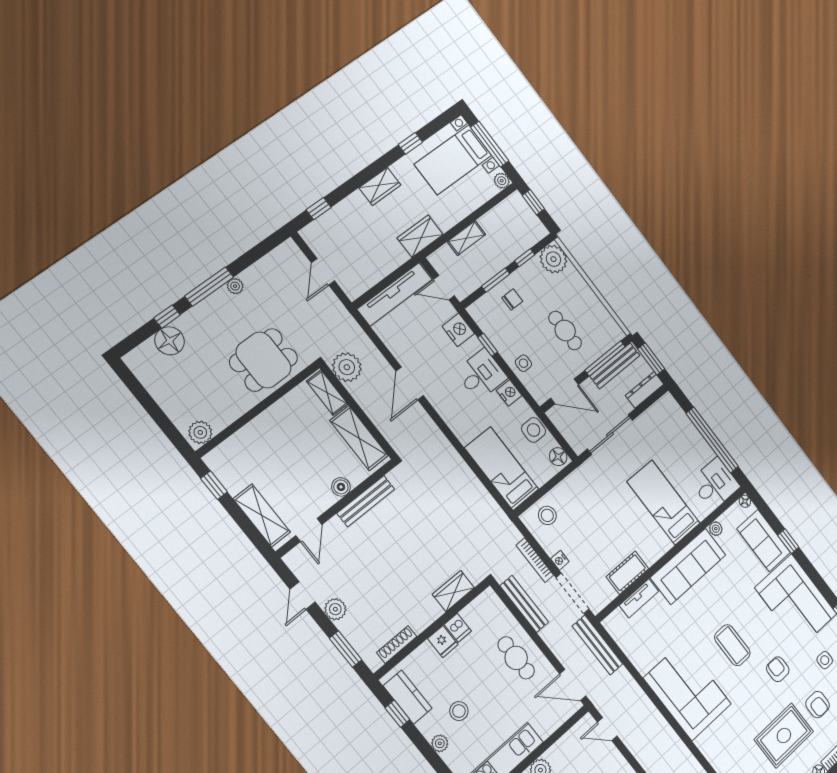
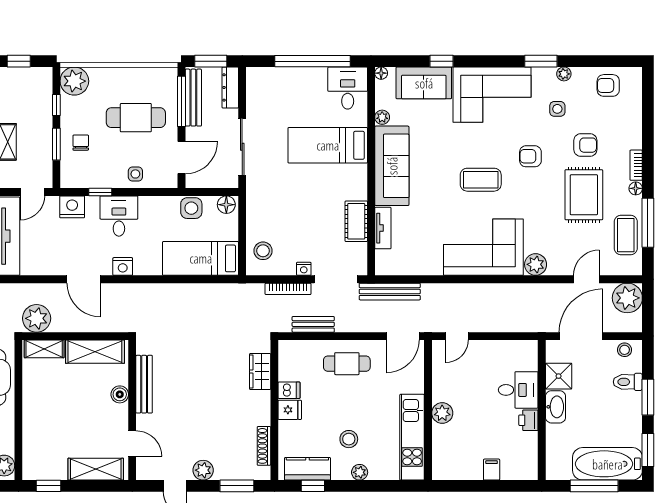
cafe table: (565, 331) -> (136, 118), width x1.37, depth x1.35
nightstand: (509, 393) -> (123, 266), moved, turned 180
bench: (524, 604) -> (313, 324), width x0.73
plant: (707, 744) -> (536, 264), added

